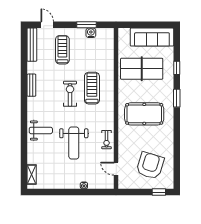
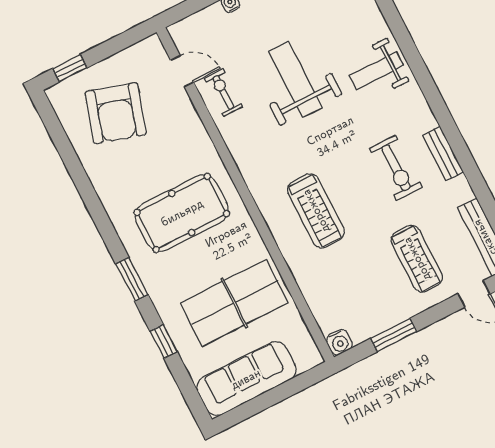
water cooler: (91, 33) -> (339, 342), moved
exercise bike: (70, 94) -> (396, 168), moved
exercise bike: (107, 140) -> (223, 93), moved

